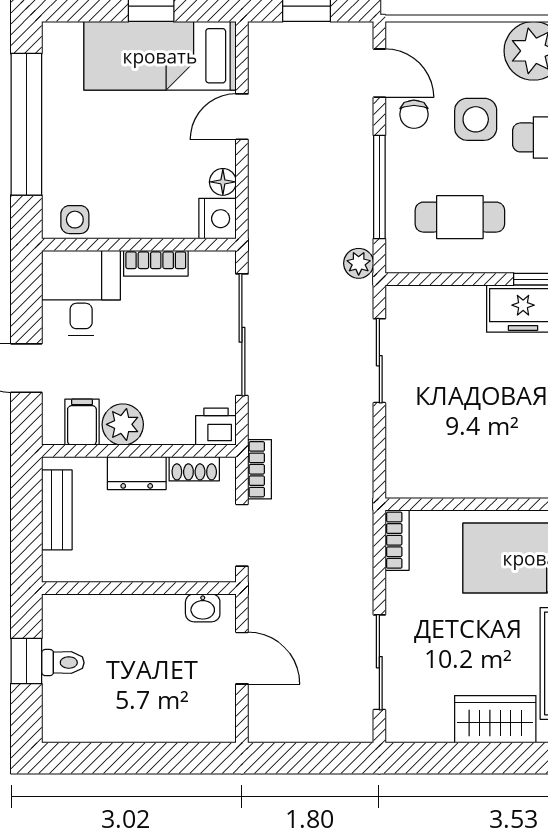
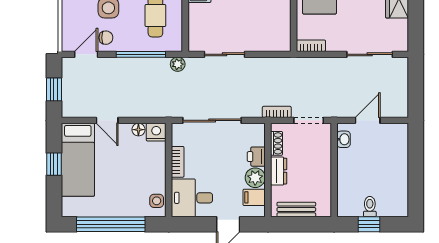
printer: (216, 427) -> (256, 157), moved

